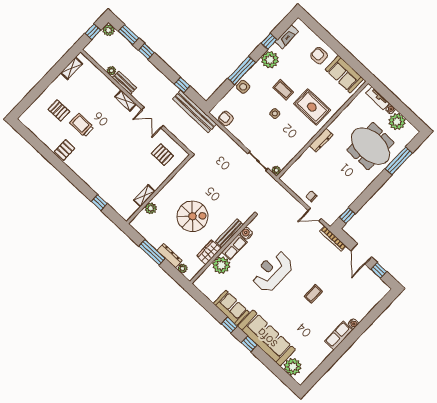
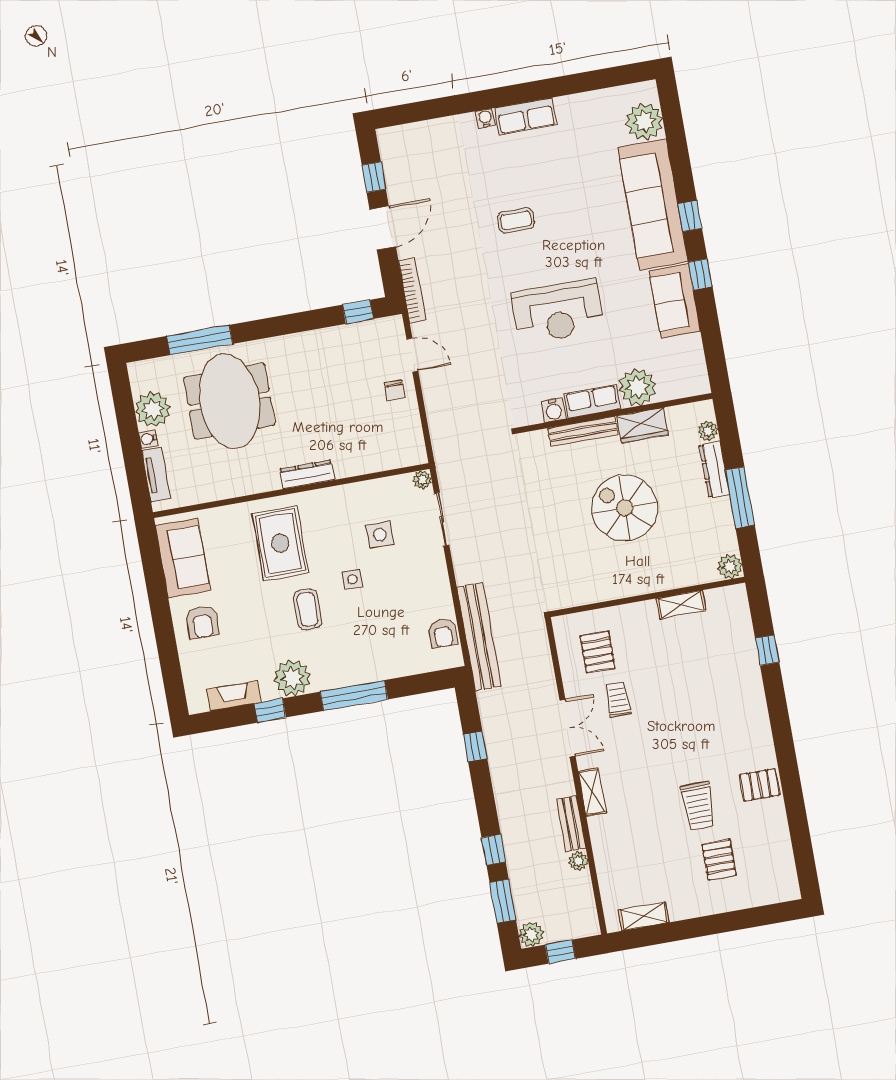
side table: (243, 87) -> (380, 535), moved
bench: (195, 111) -> (479, 637), moved
trolley: (141, 142) -> (618, 700), added
plant: (151, 208) -> (730, 567), moved

